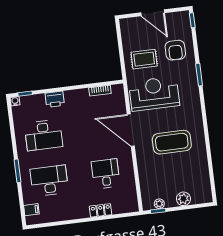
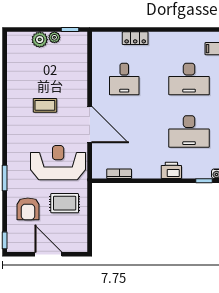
armchair: (175, 50) -> (28, 209), turned 180
reception desk: (154, 94) -> (58, 163), turned 180
desk: (44, 135) -> (189, 131), turned 180
coffee table: (172, 142) -> (45, 105), width x0.54, depth x0.58
plant: (159, 204) -> (54, 37), moved

